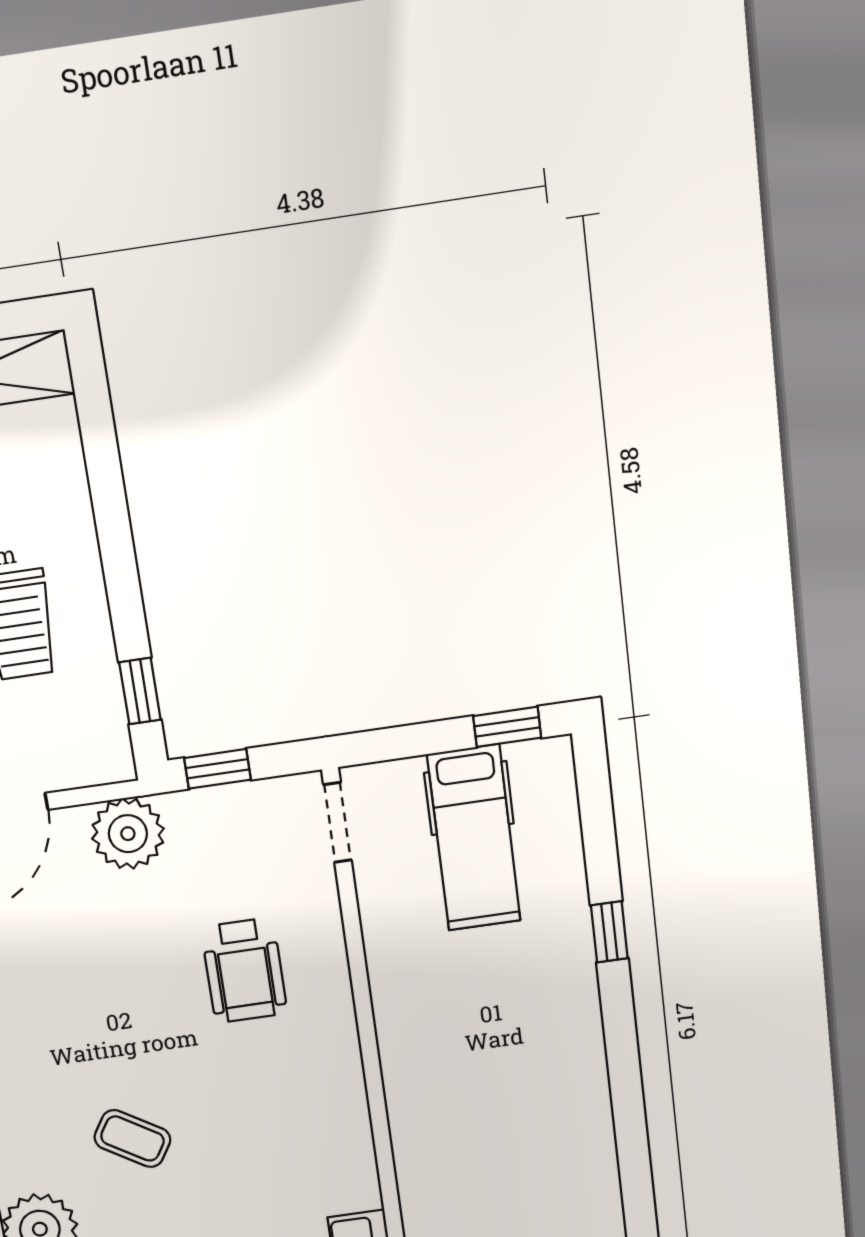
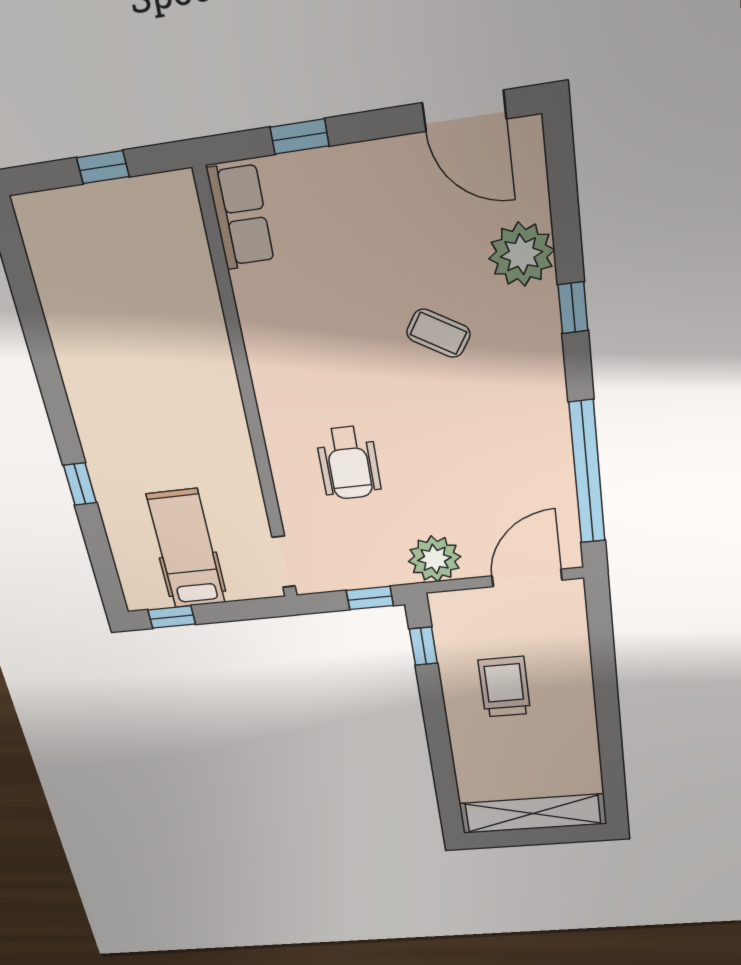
wheelchair: (244, 970) -> (349, 463), turned 180

